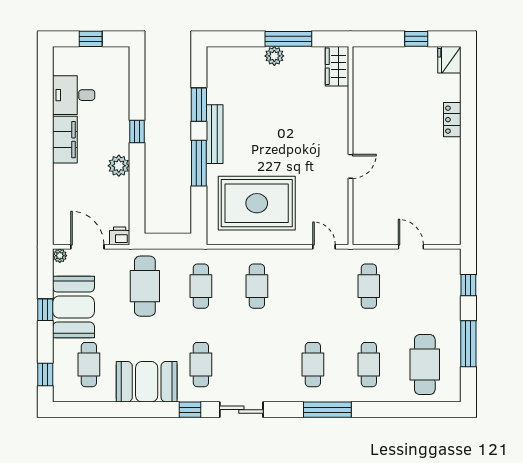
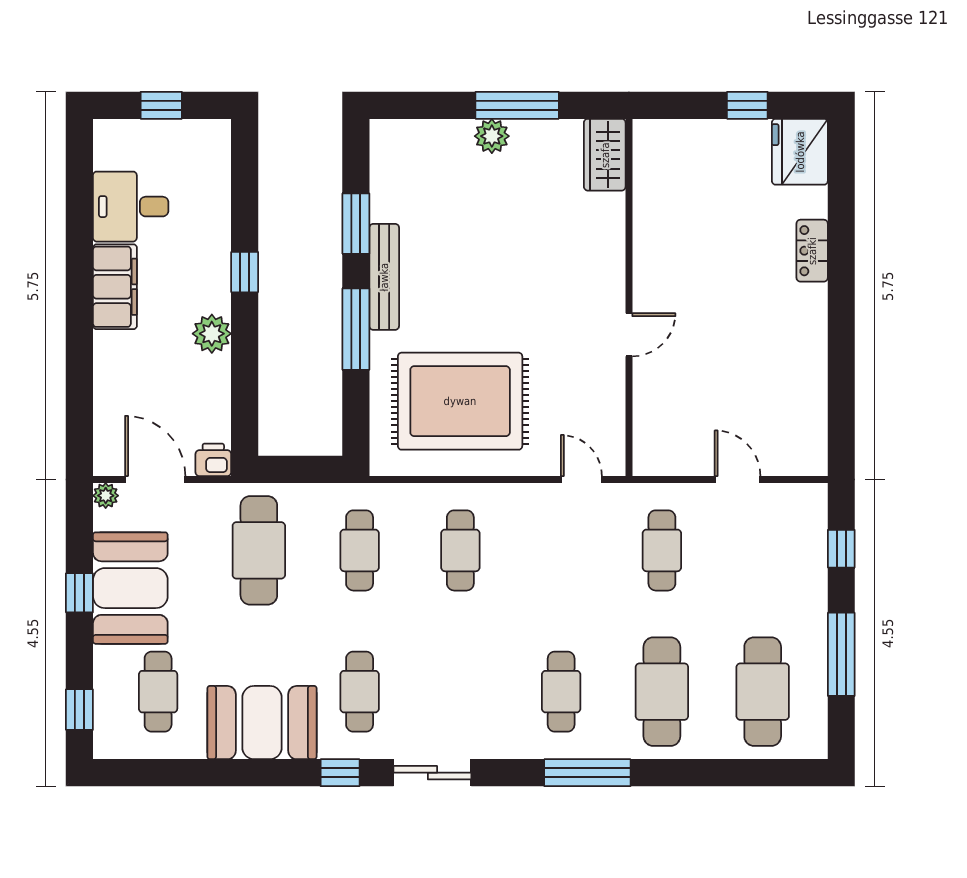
fridge: (449, 60) -> (800, 152), width x1.36, depth x1.34
cafe table: (369, 365) -> (662, 692), width x1.37, depth x1.35

